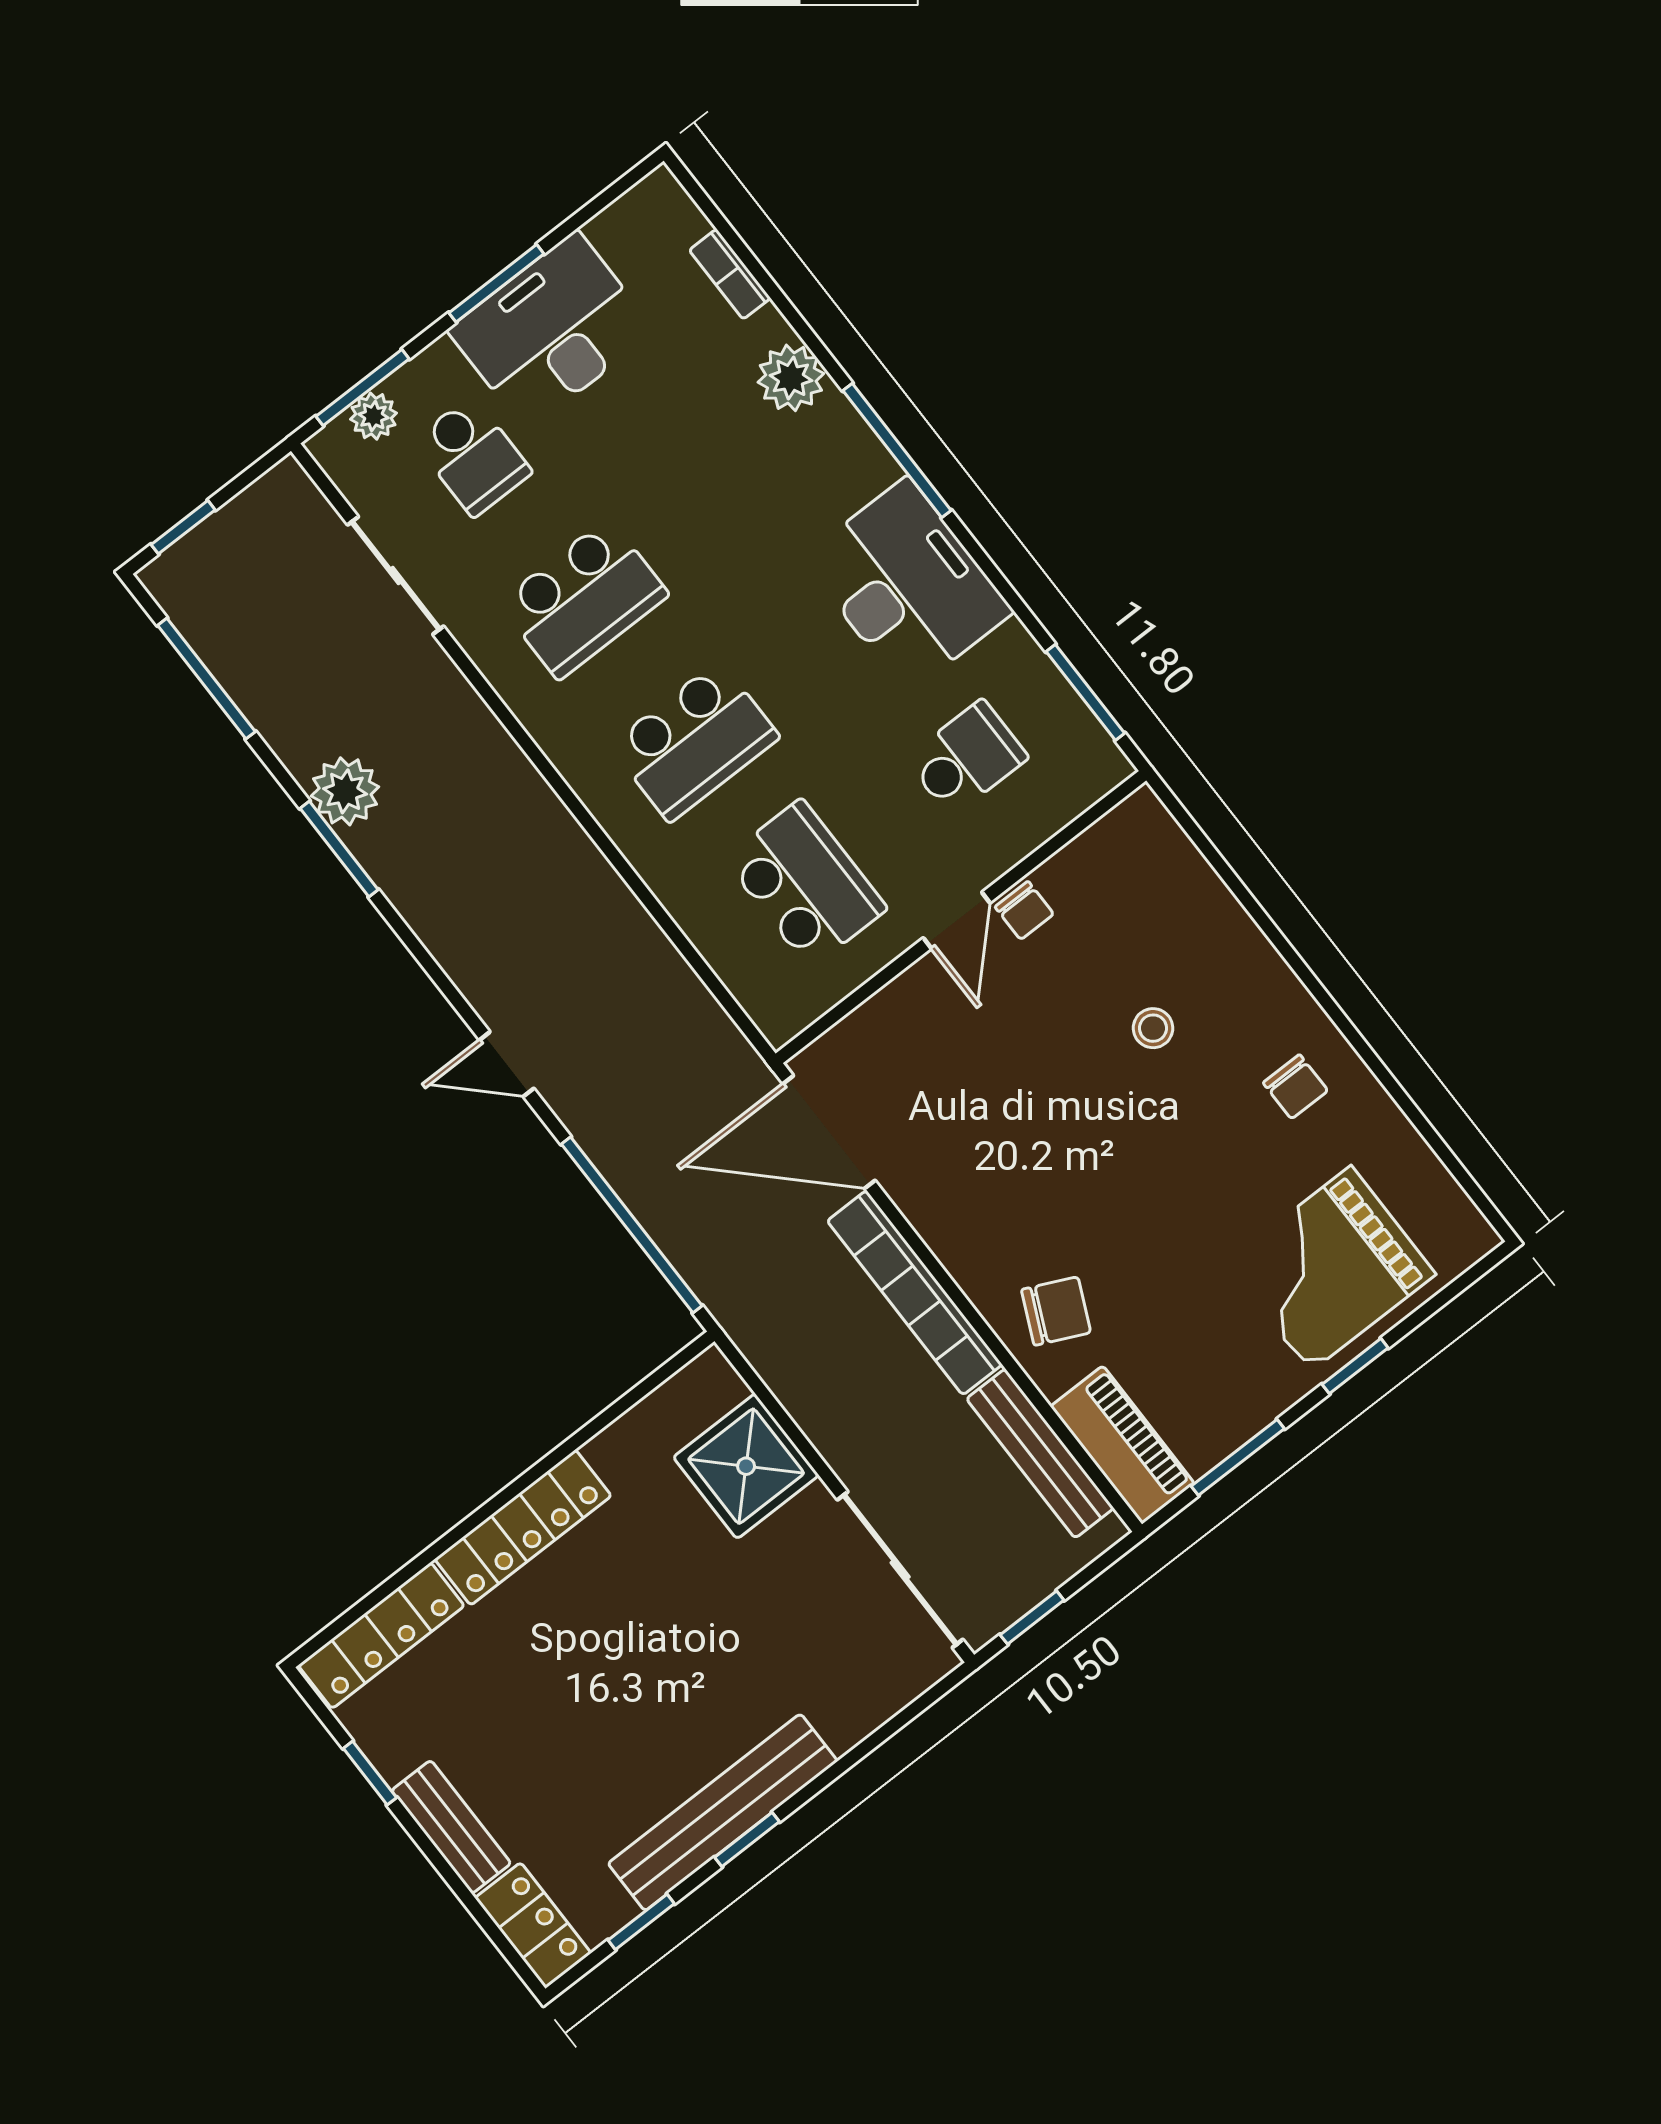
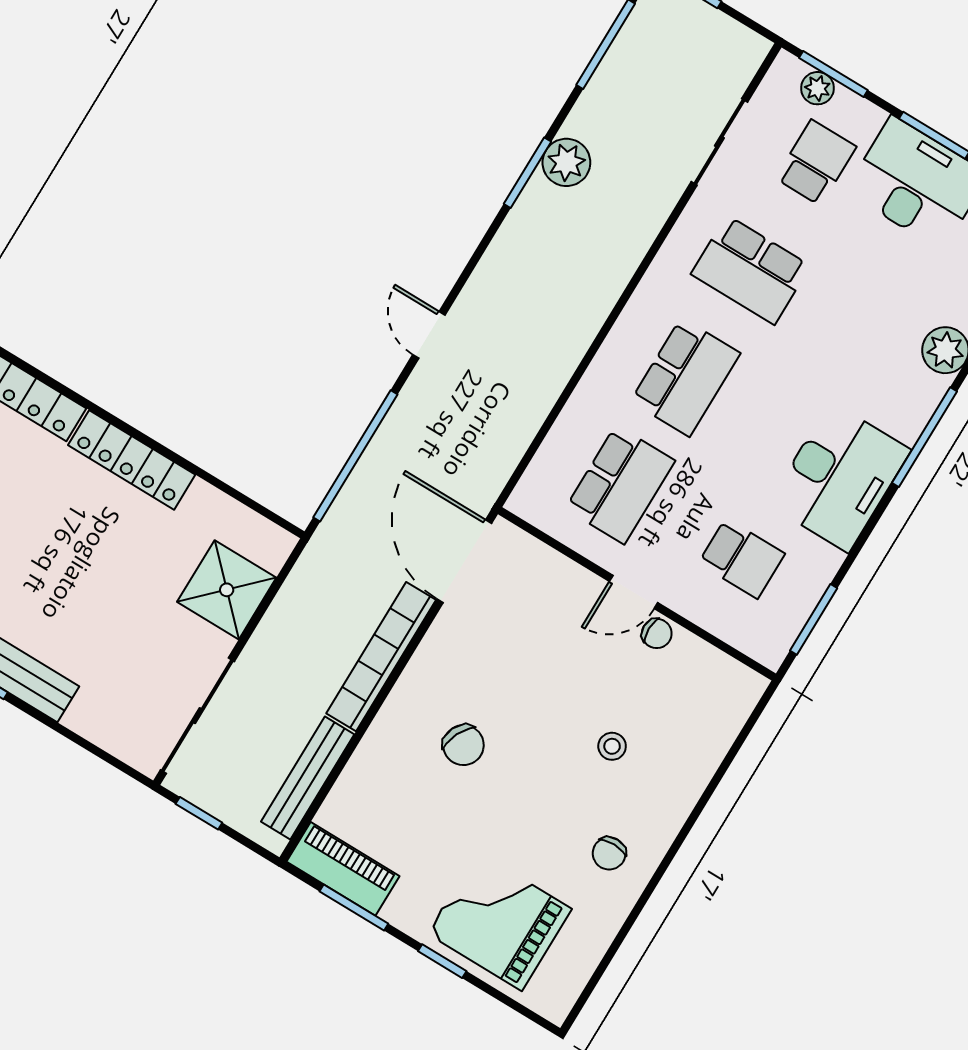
school desk: (473, 456) -> (816, 163), turned 180
school desk: (694, 741) -> (685, 377), turned -90
chair: (1024, 910) -> (657, 634), turned -90
chair: (1056, 1311) -> (463, 745), moved
piano: (1122, 1445) -> (343, 869), moved, turned -90

